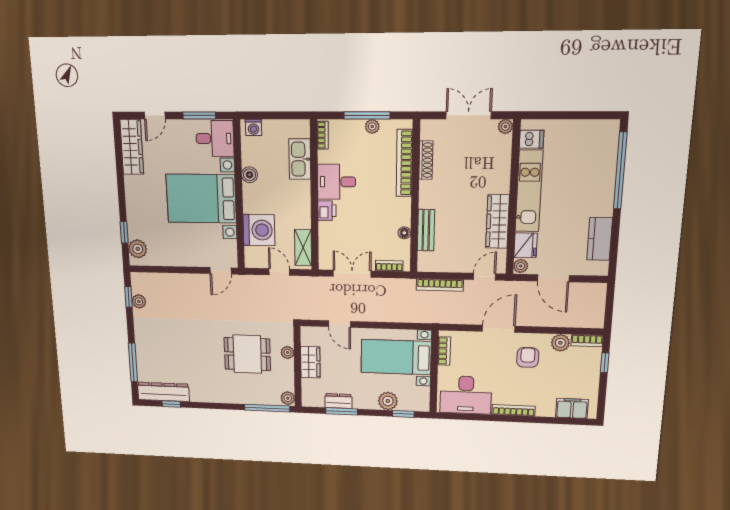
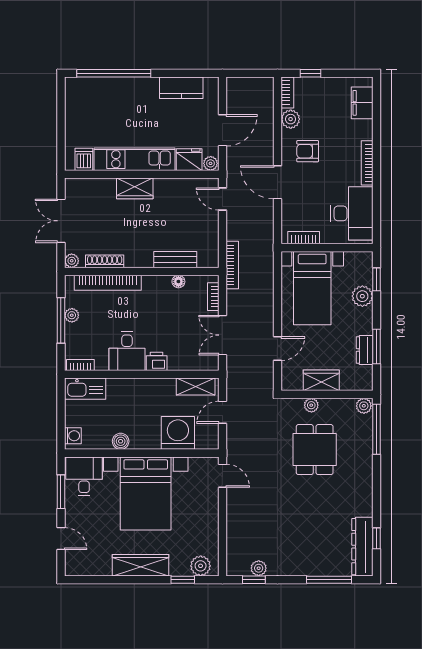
plant: (505, 126) -> (72, 261), moved
wardrobe: (132, 147) -> (141, 565), moved
kitchen sink: (300, 159) -> (85, 389), moved
wardrobe: (498, 222) -> (135, 188), moved, width x0.67
bookcase: (440, 285) -> (232, 265), moved

